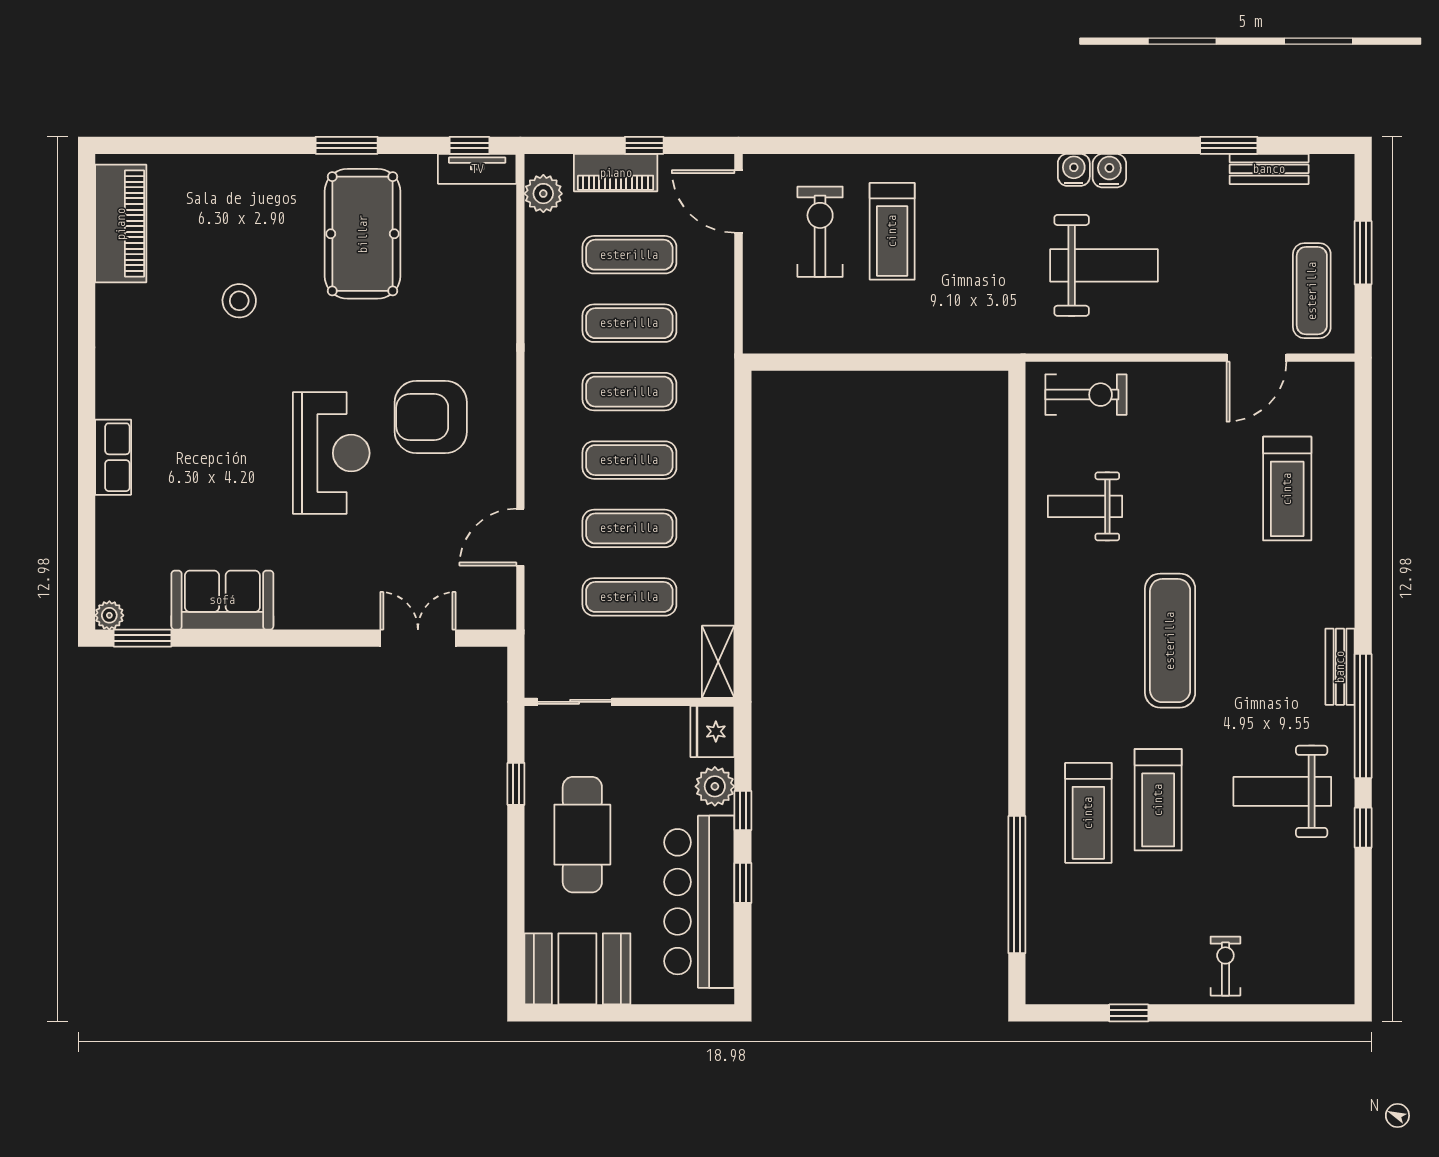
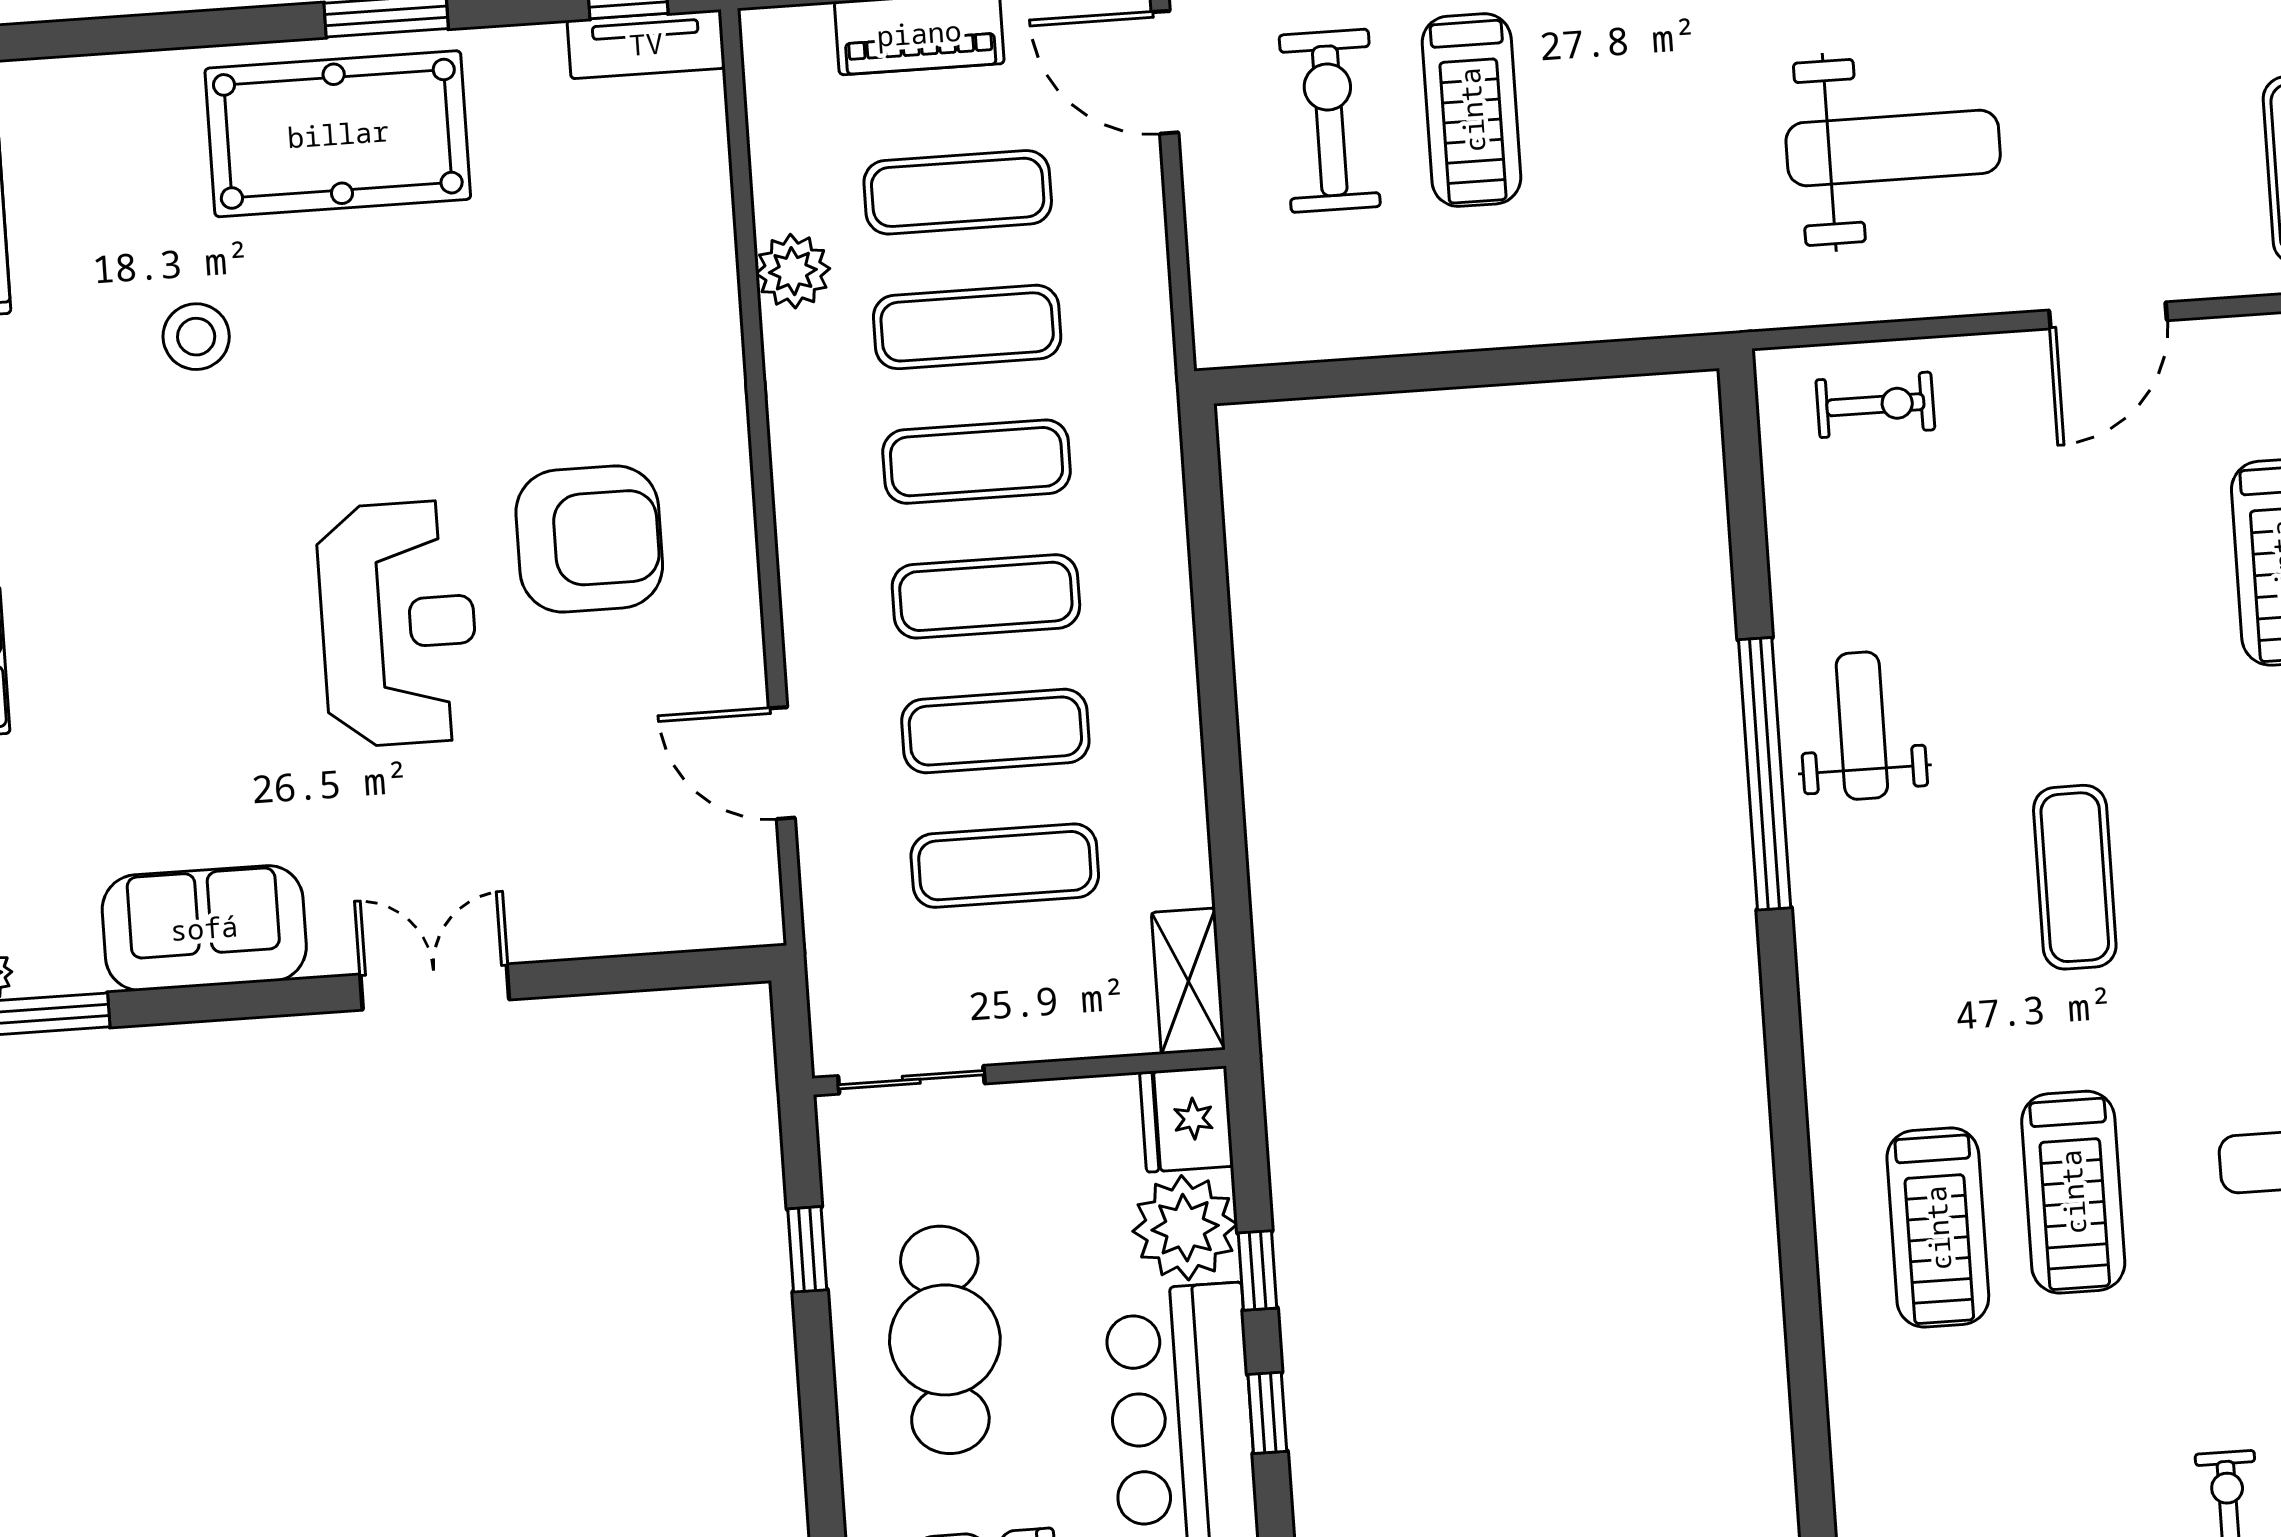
plant: (543, 194) -> (793, 271), moved
pool table: (363, 234) -> (338, 134), moved, turned 90
door: (1256, 358) -> (2108, 315), moved
exercise bike: (1086, 395) -> (1875, 405), width x0.73, depth x0.72
armchair: (431, 417) -> (589, 539), turned 180
weight bench: (1085, 506) -> (1862, 726), moved, turned 90
door: (520, 537) -> (782, 763), hinge flipped
double door: (418, 638) -> (435, 987), moved
exercise mat: (1170, 641) -> (2075, 877), width x0.73, depth x0.69
plant: (715, 786) -> (1185, 1228), width x1.36, depth x1.36
window: (1017, 885) -> (1765, 774), moved

